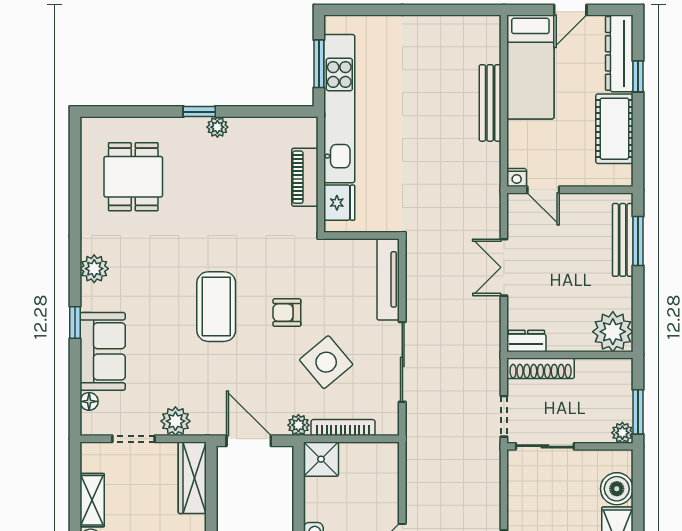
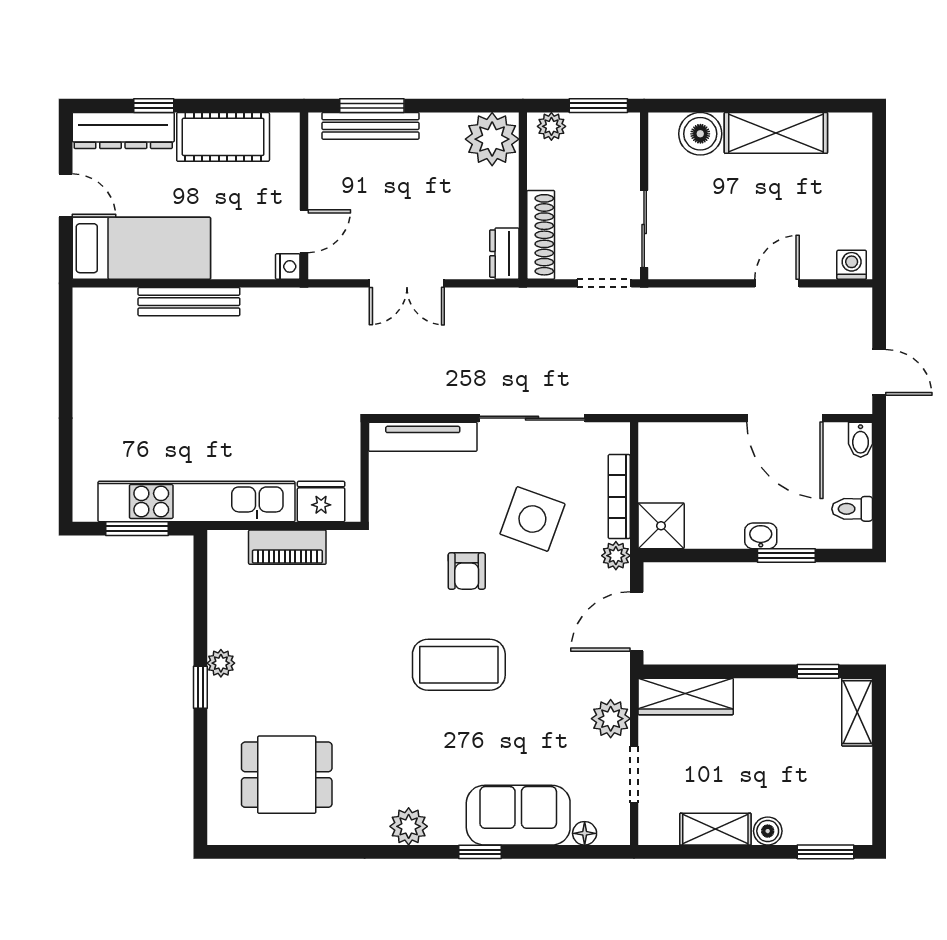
side table: (326, 362) -> (532, 519), turned -30
plant: (622, 433) -> (551, 126), moved

